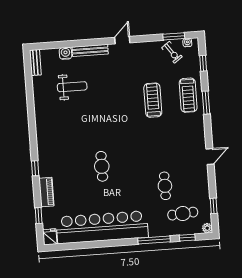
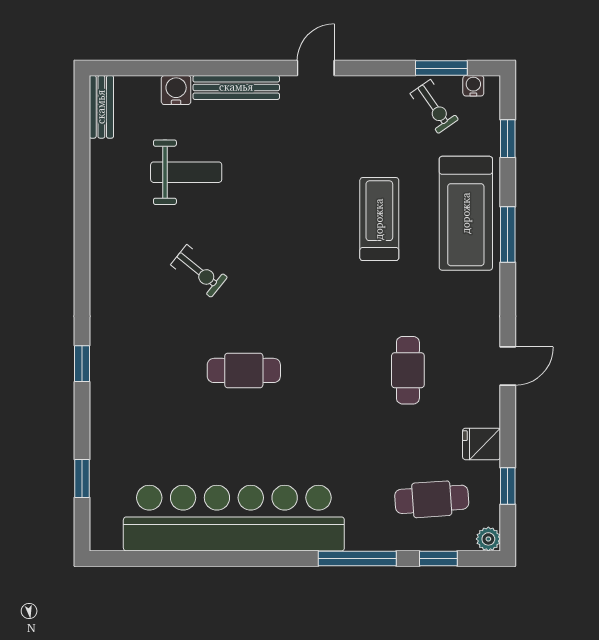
treadmill: (188, 95) -> (466, 213), width x1.37, depth x1.38
exercise bike: (80, 127) -> (199, 271), added
cafe table: (102, 166) -> (244, 370), turned 90
cafe table: (165, 186) -> (408, 370), moved
piano: (46, 192) -> (105, 423), removed
fridge: (50, 237) -> (482, 444), moved, turned -90

